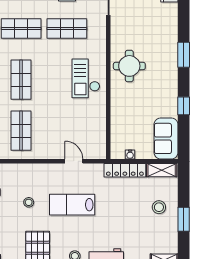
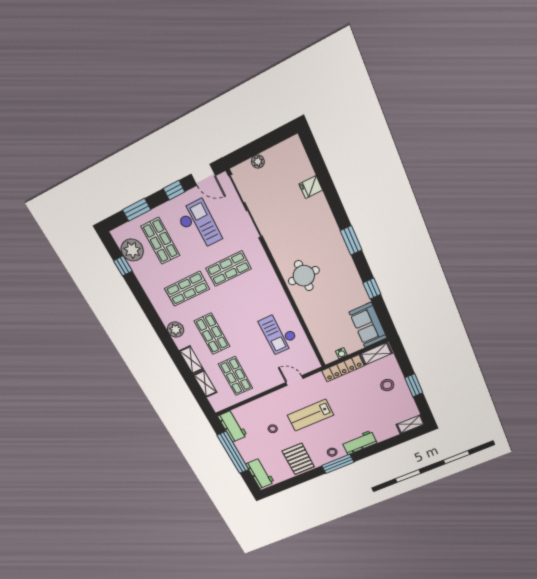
checkout: (86, 78) -> (279, 333), moved

